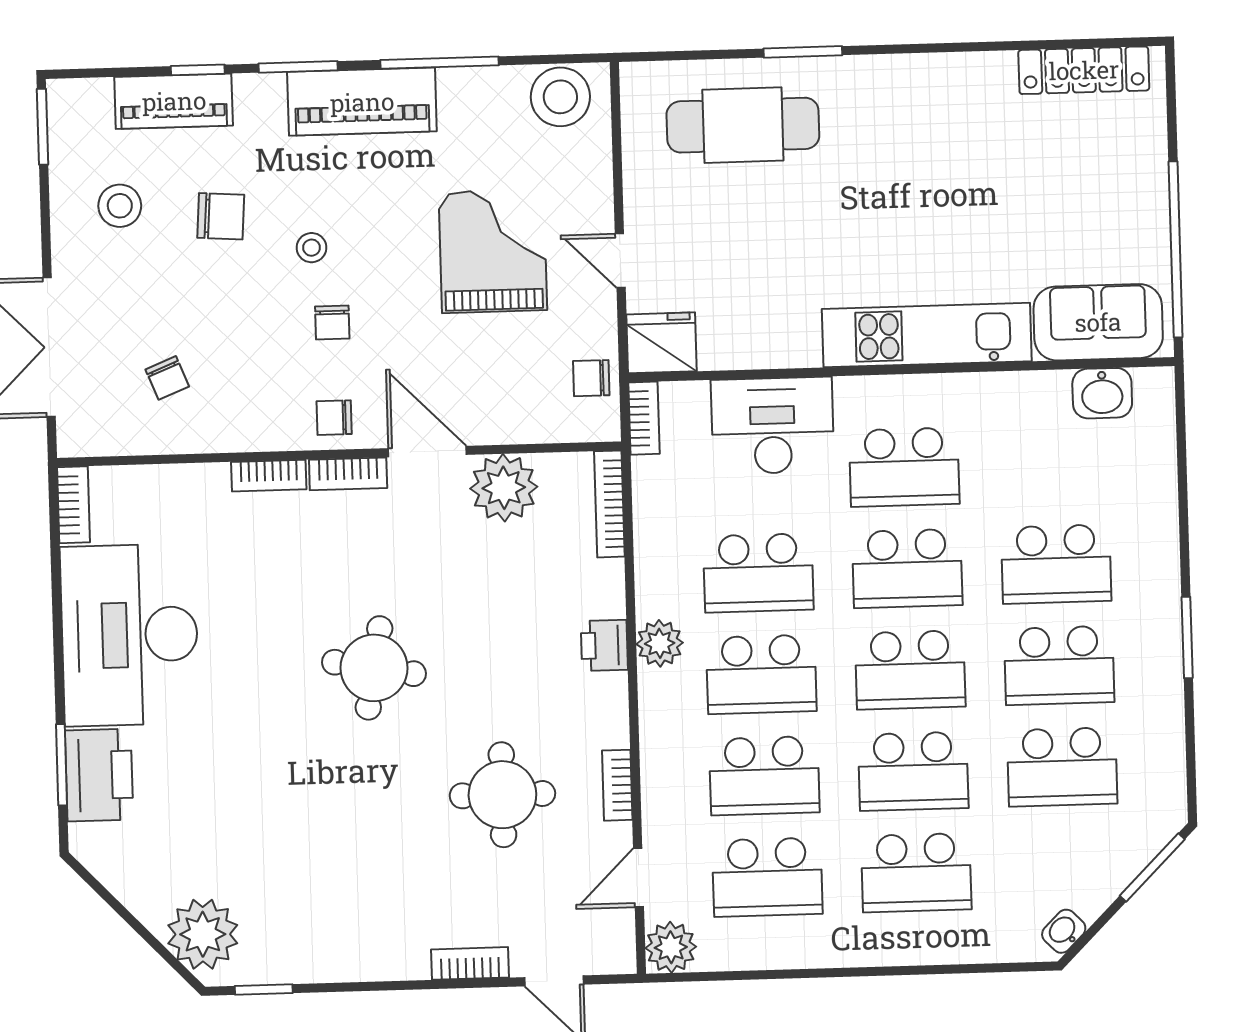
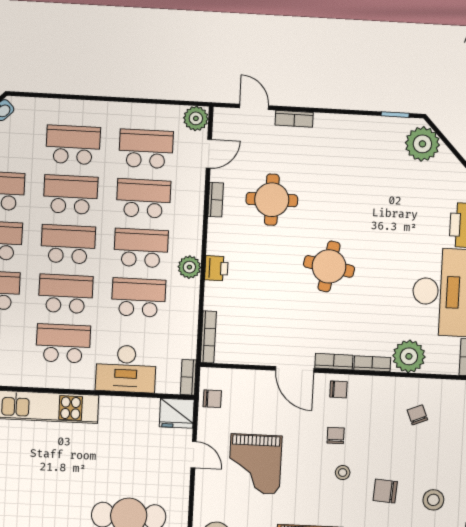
plant: (504, 488) -> (409, 356), moved

